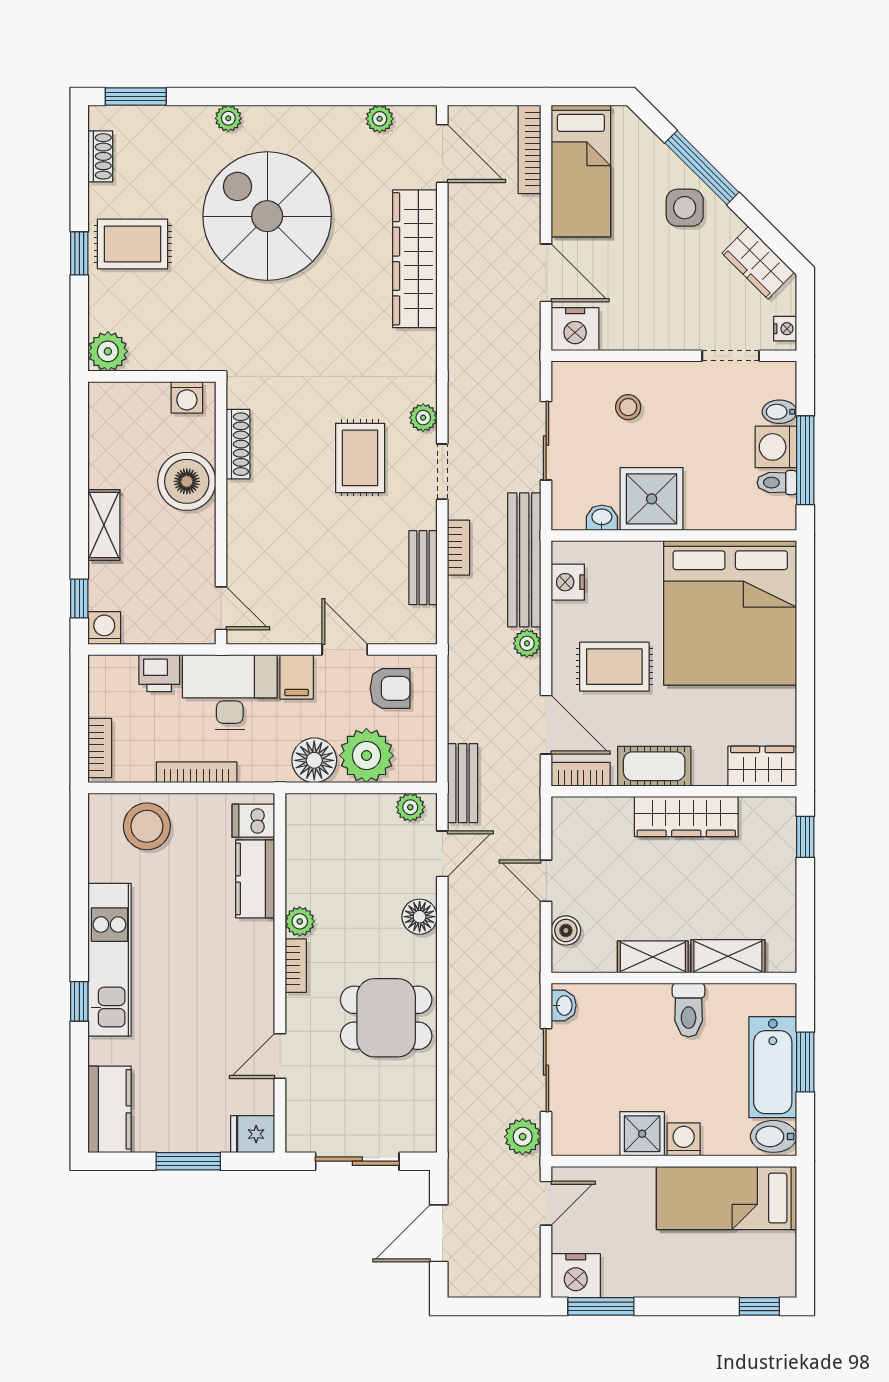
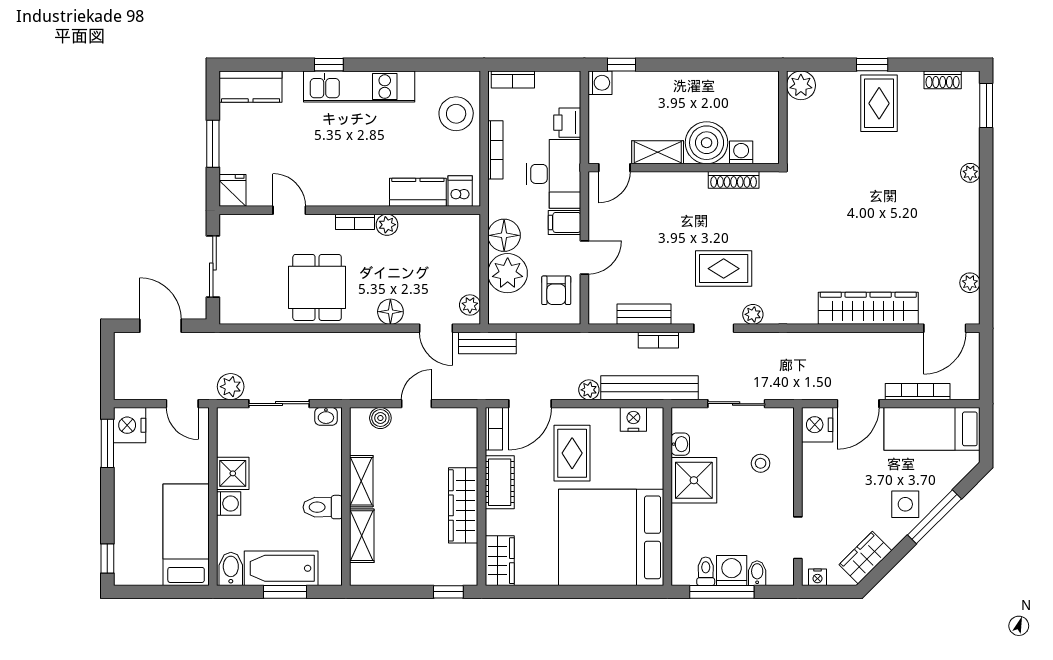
bookcase: (529, 149) -> (918, 392), moved
spiral stairs: (267, 216) -> (899, 201), removed
washing machine: (187, 397) -> (741, 152), moved, turned 90
shelving: (104, 525) -> (658, 152), moved

